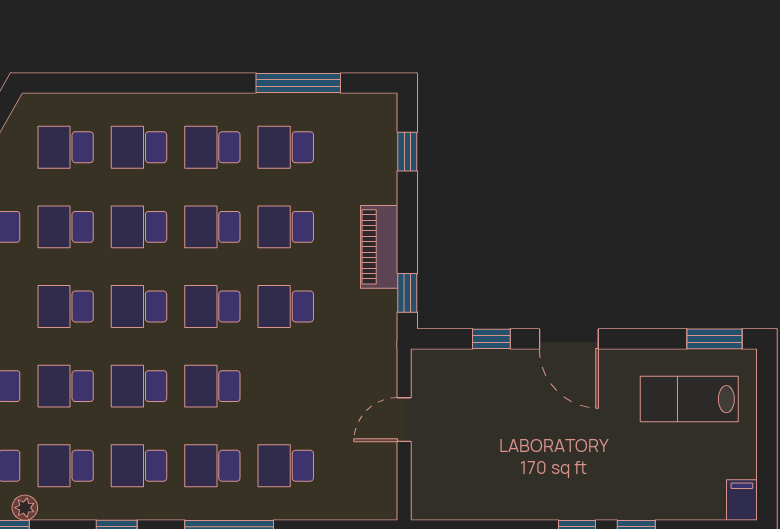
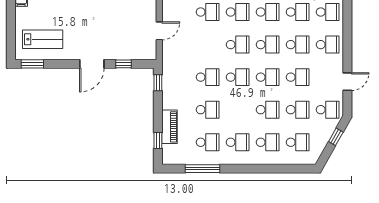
school desk: (212, 227) -> (238, 110), removed
piano: (379, 247) -> (170, 127), moved
door: (569, 339) -> (92, 64), swing flipped

